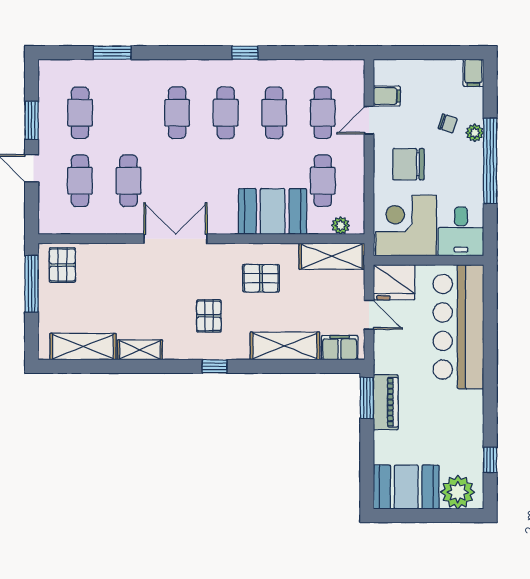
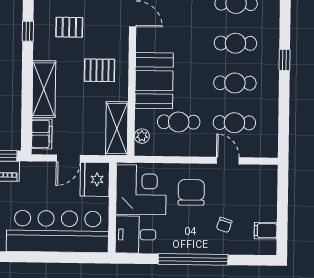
filing cabinet: (473, 73) -> (266, 231), moved
filing cabinet: (387, 96) -> (247, 175), removed
plant: (475, 133) -> (216, 247), removed
pallet: (261, 278) -> (100, 70), turned 90

